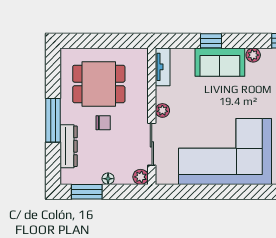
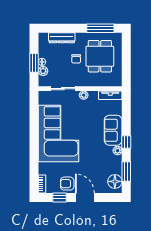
window: (211, 41) -> (126, 142), moved
window: (53, 120) -> (100, 28), moved
plant: (141, 177) -> (43, 71), moved
window: (87, 192) -> (34, 63), moved

